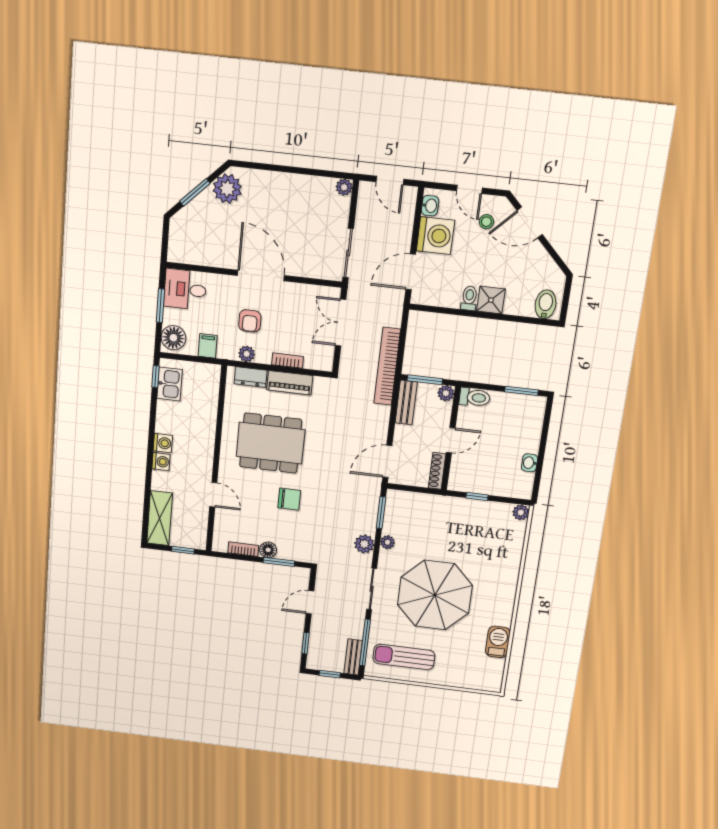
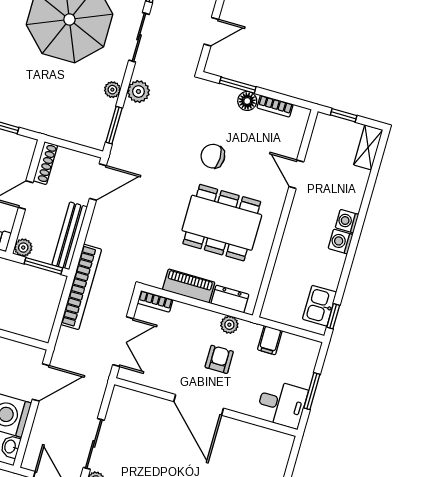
sliding door: (348, 253) -> (94, 444), moved
floor lamp: (173, 338) -> (305, 355), removed
bookcase: (288, 361) -> (155, 301), moved
bench: (406, 402) -> (70, 236), width x1.36
shelving: (160, 518) -> (368, 147), width x0.67, depth x0.75

